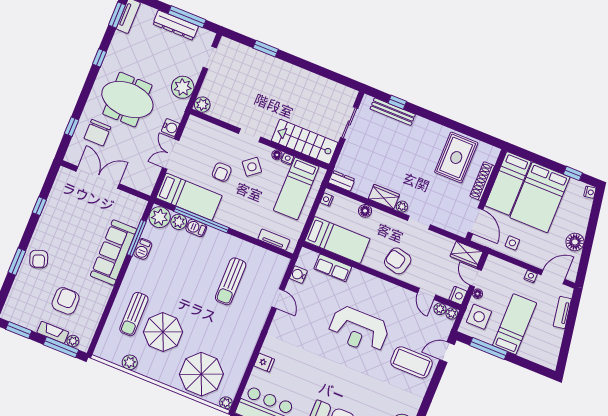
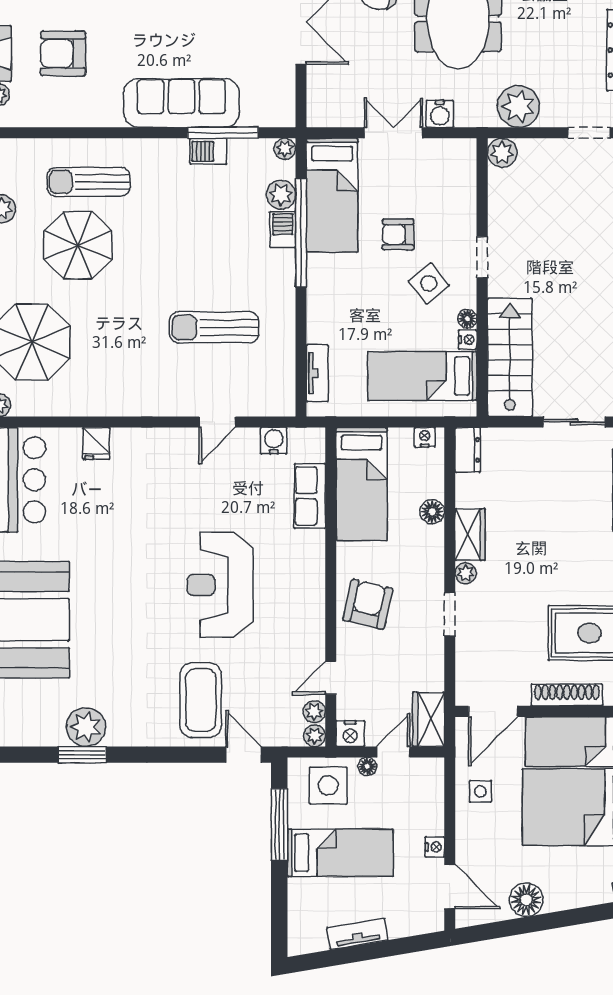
plant: (160, 217) -> (285, 149), width x0.53, depth x0.53
armchair: (66, 301) -> (63, 53), turned 180
tv unit: (562, 312) -> (357, 934), moved

